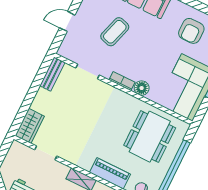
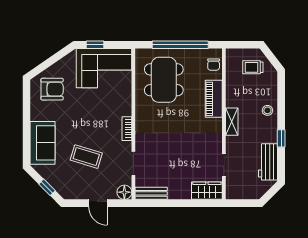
floor lamp: (142, 88) -> (124, 192), moved
dining table: (150, 137) -> (164, 80), turned 90

